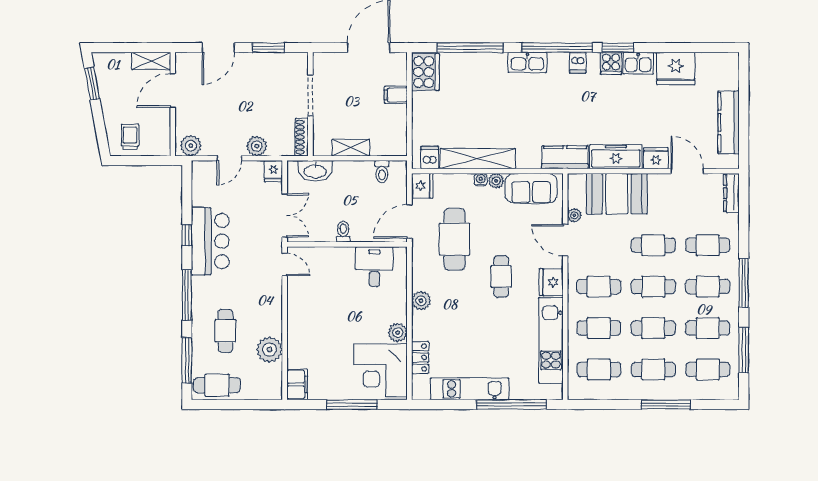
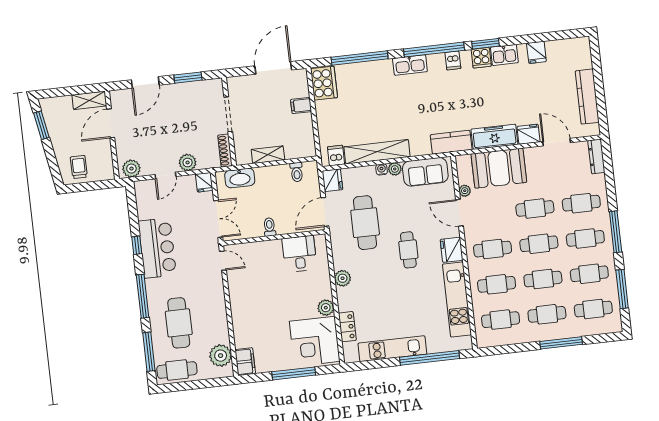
fridge: (676, 69) -> (536, 52), width x0.53, depth x0.75
cafe table: (225, 331) -> (179, 323), width x1.37, depth x1.35
plant: (269, 350) -> (221, 356), moved

